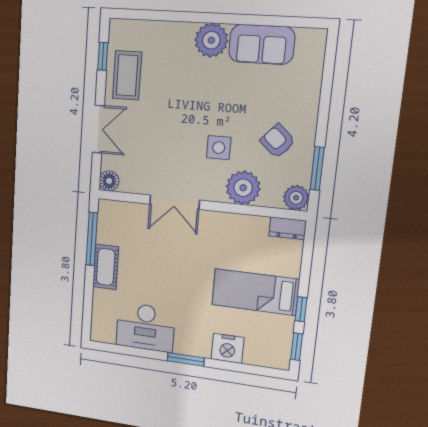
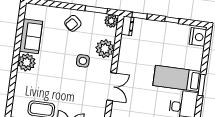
armchair: (278, 141) -> (73, 23), moved
bed: (255, 292) -> (177, 78), moved, turned 90
window: (297, 347) -> (140, 16), moved
nightstand: (227, 348) -> (198, 37), moved

